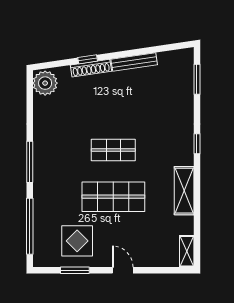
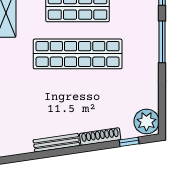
window: (88, 59) -> (129, 142), moved
shop shelf: (113, 150) -> (78, 54), width x2.00, depth x1.36

